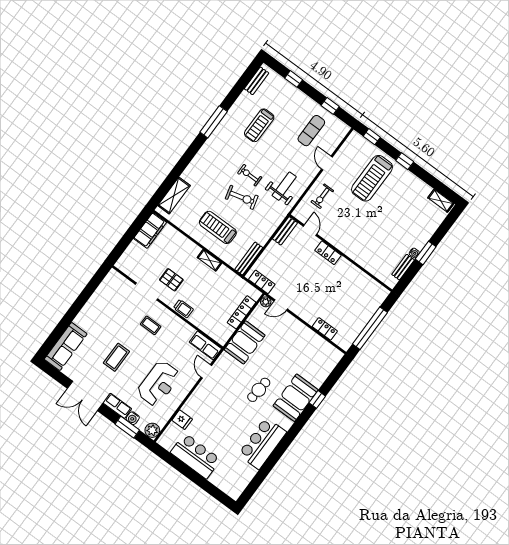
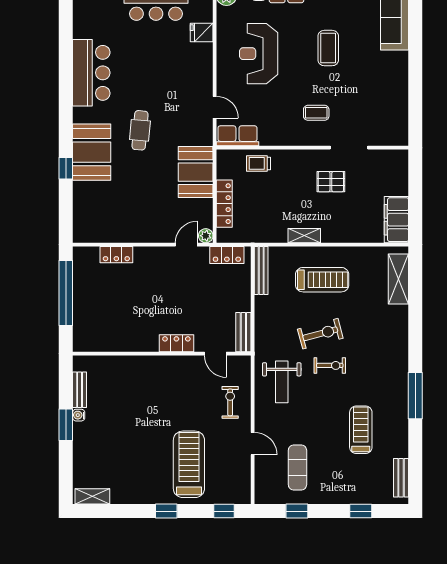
exercise bike: (242, 197) -> (320, 334), turned 180
trolley: (183, 309) -> (258, 163), moved

